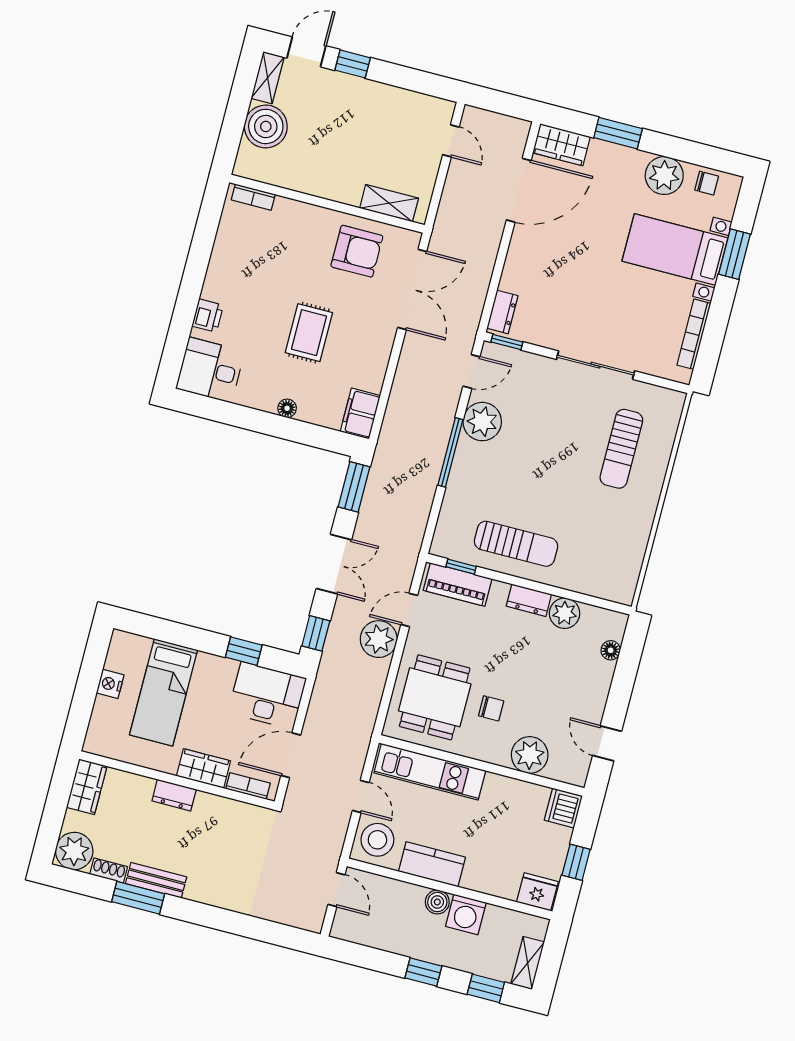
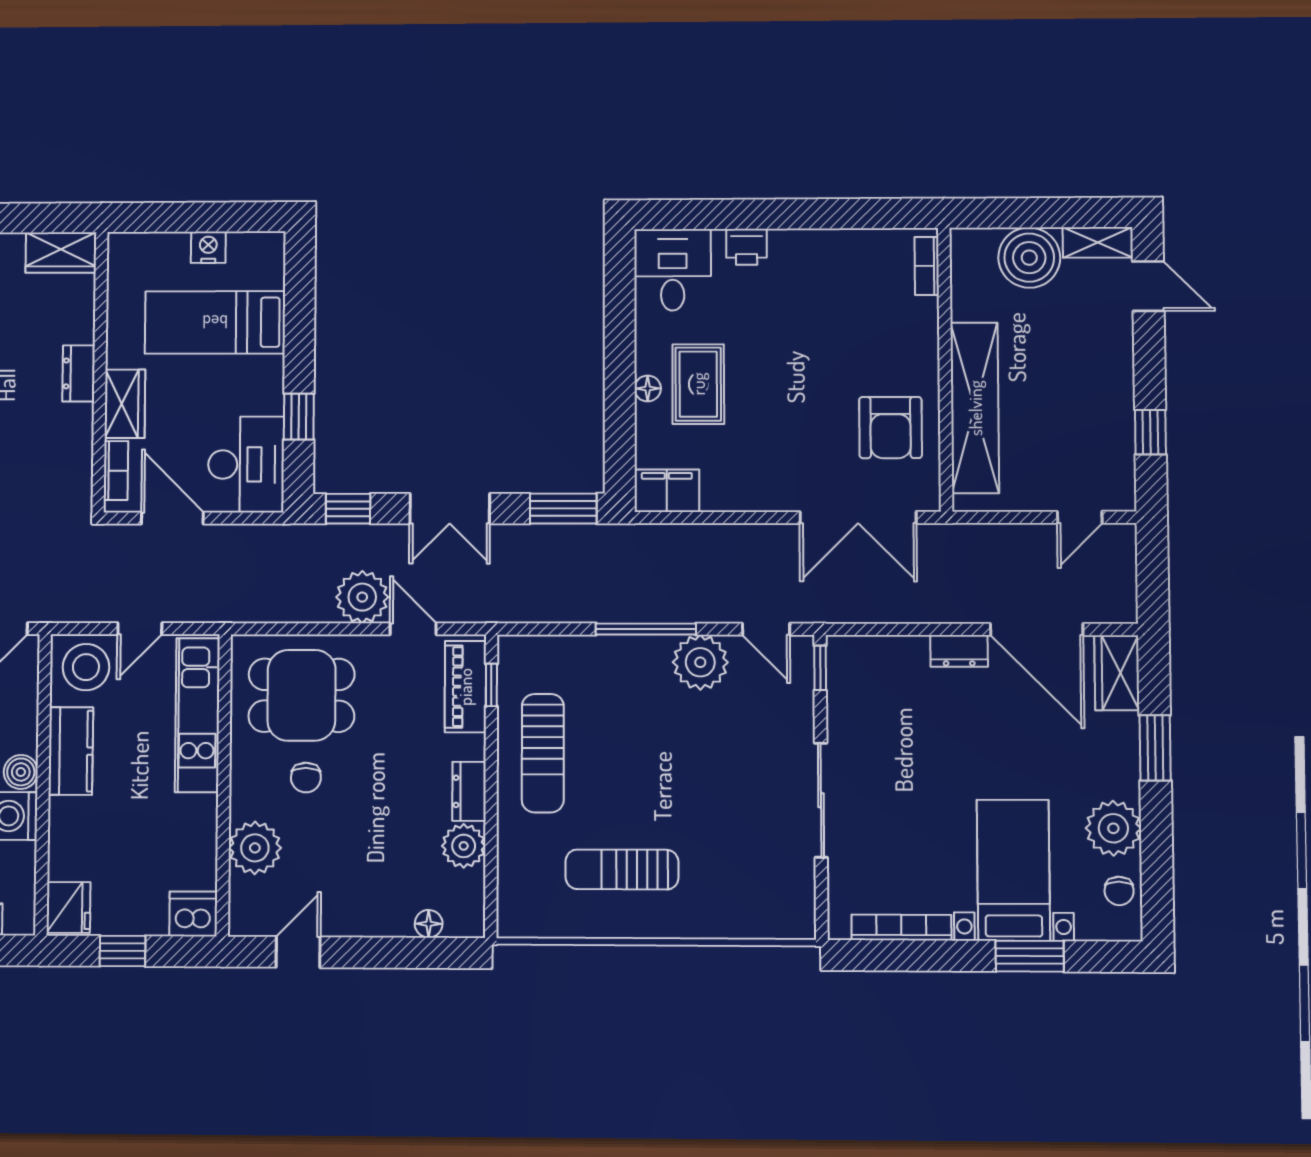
window: (353, 64) -> (1150, 432), moved
shelving: (389, 203) -> (975, 408), width x2.20, depth x1.33
dresser: (502, 312) -> (959, 651), moved
rug: (309, 333) -> (698, 384), moved, turned 90
sun lounger: (621, 449) -> (622, 869), moved

